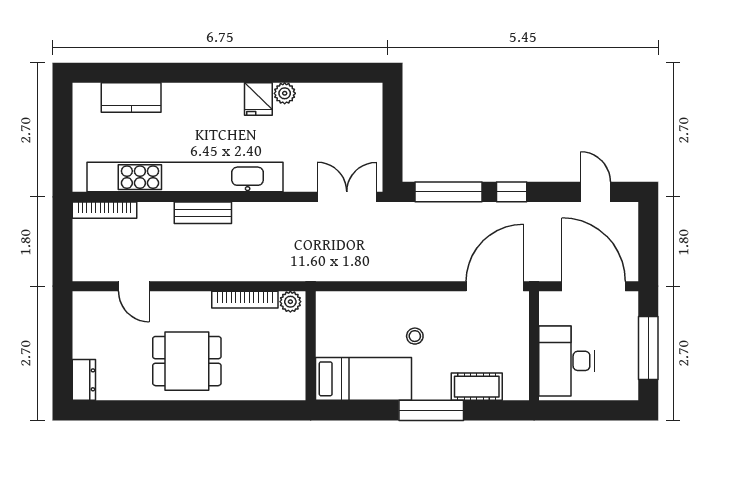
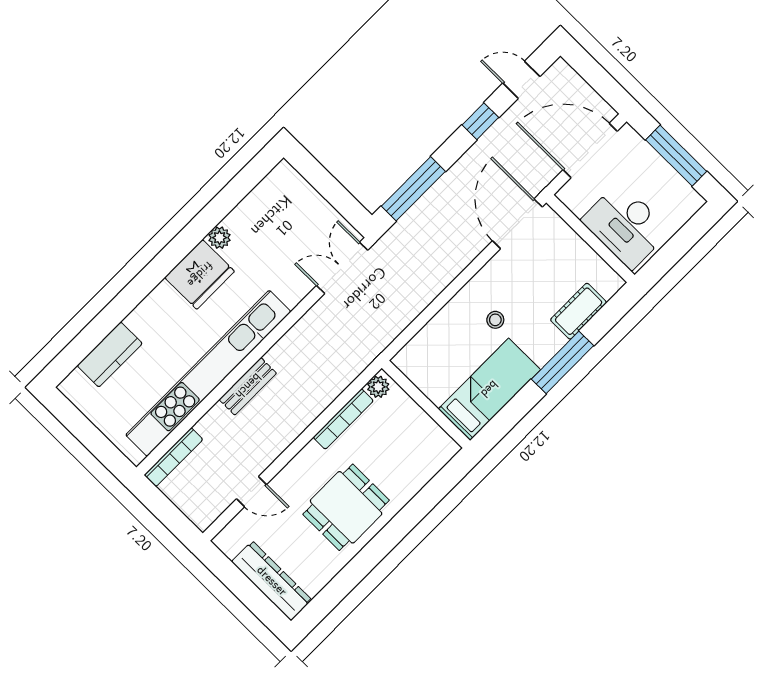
fridge: (258, 99) -> (200, 274), width x1.88, depth x1.34
window: (512, 192) -> (480, 121), moved
dresser: (84, 380) -> (272, 581), width x1.96, depth x1.24

